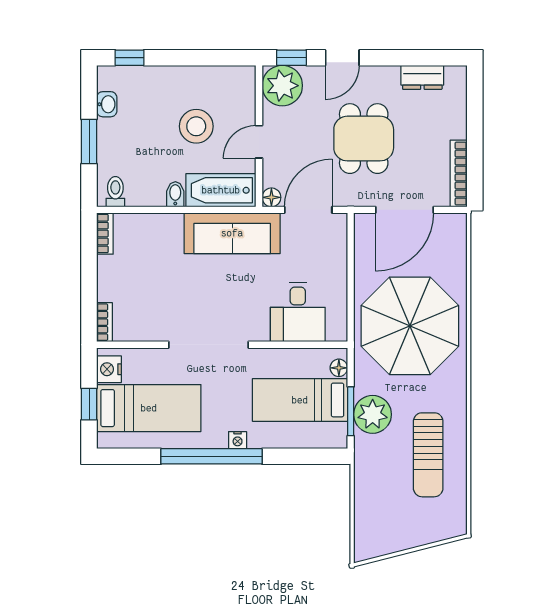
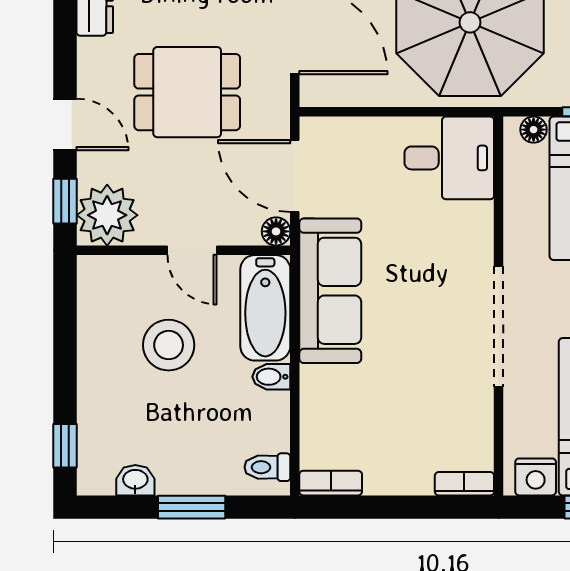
desk: (298, 312) -> (449, 158), moved

